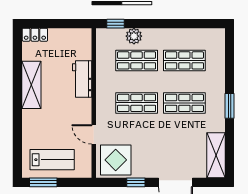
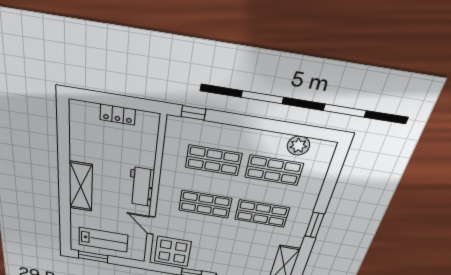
locker: (35, 35) -> (118, 114), moved
plant: (134, 36) -> (298, 146), moved
workbench: (82, 79) -> (141, 187), moved
shelving: (31, 85) -> (81, 187), moved

